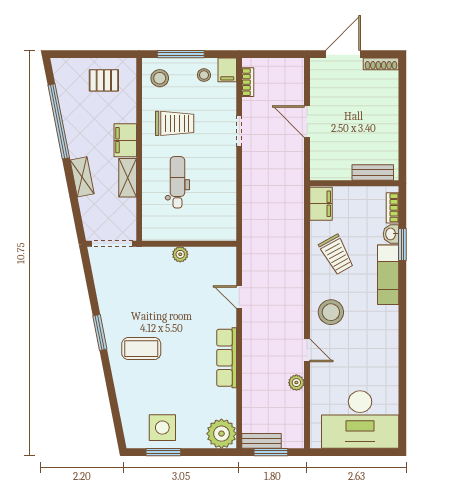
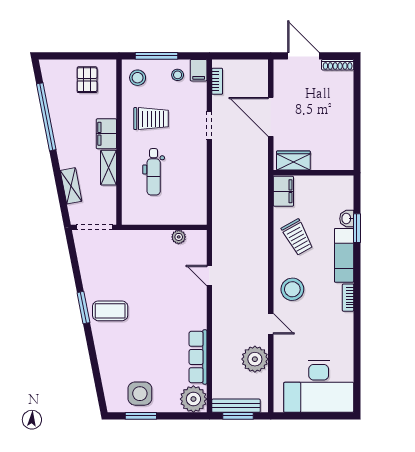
door: (343, 54) -> (303, 56), hinge flipped
pallet: (104, 80) -> (87, 80), turned 90
door: (307, 121) -> (271, 117), width x1.36
wardrobe: (332, 170) -> (293, 160), added
bench: (373, 173) -> (330, 163), removed
shelving: (82, 177) -> (71, 186), moved
dental chair: (177, 182) -> (154, 172), turned 180
bookcase: (392, 208) -> (348, 298), moved
plant: (180, 254) -> (179, 237), moved
coffee table: (141, 349) -> (110, 311), moved
row of seats: (227, 358) -> (198, 357), moved
plant: (296, 383) -> (255, 359), width x1.87, depth x1.87
bench: (262, 441) -> (236, 406), width x1.36

